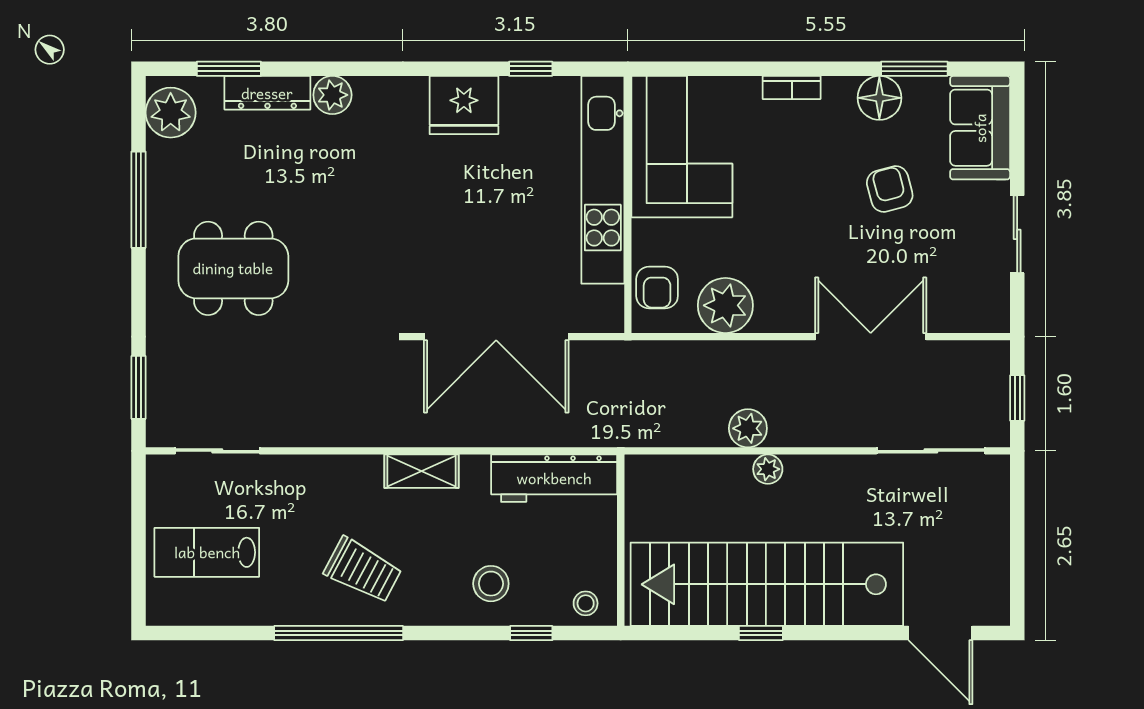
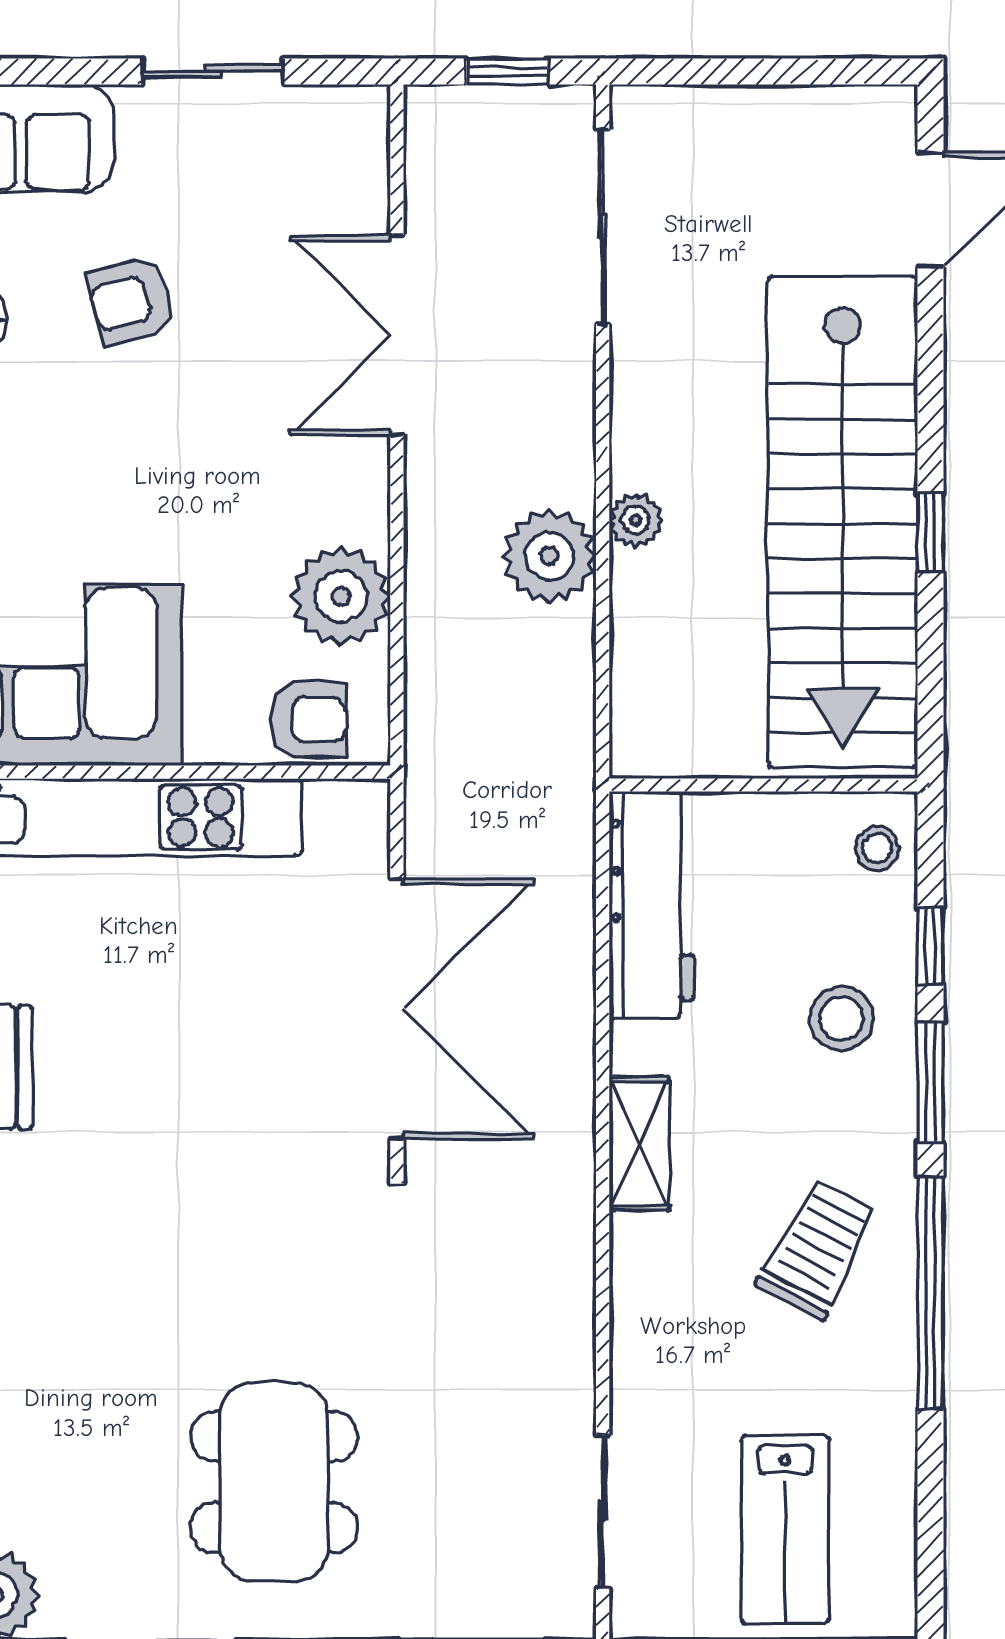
plant: (748, 428) -> (549, 556), width x1.36, depth x1.36
window: (456, 633) -> (930, 1082), added

